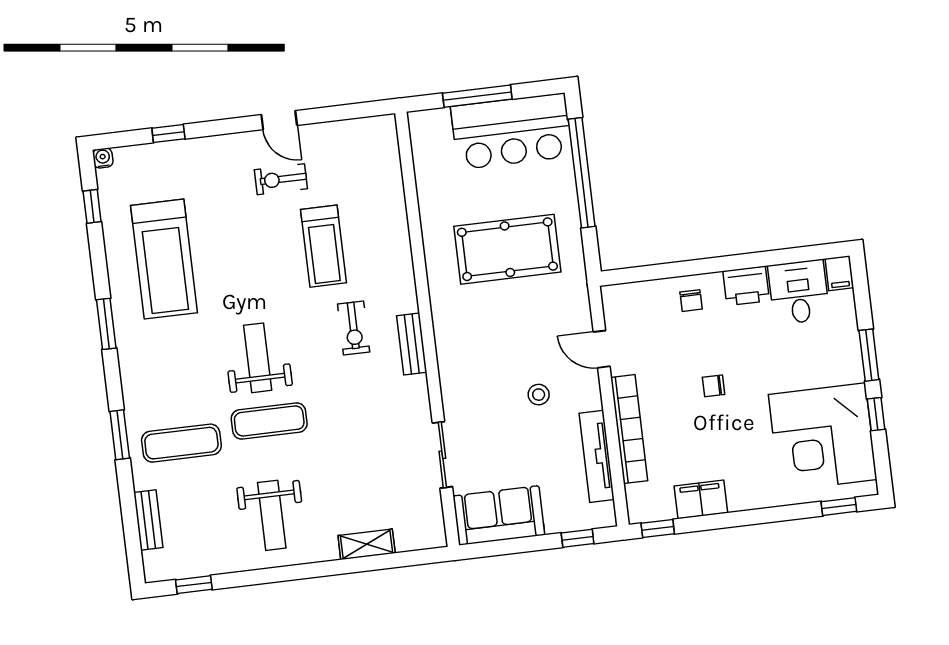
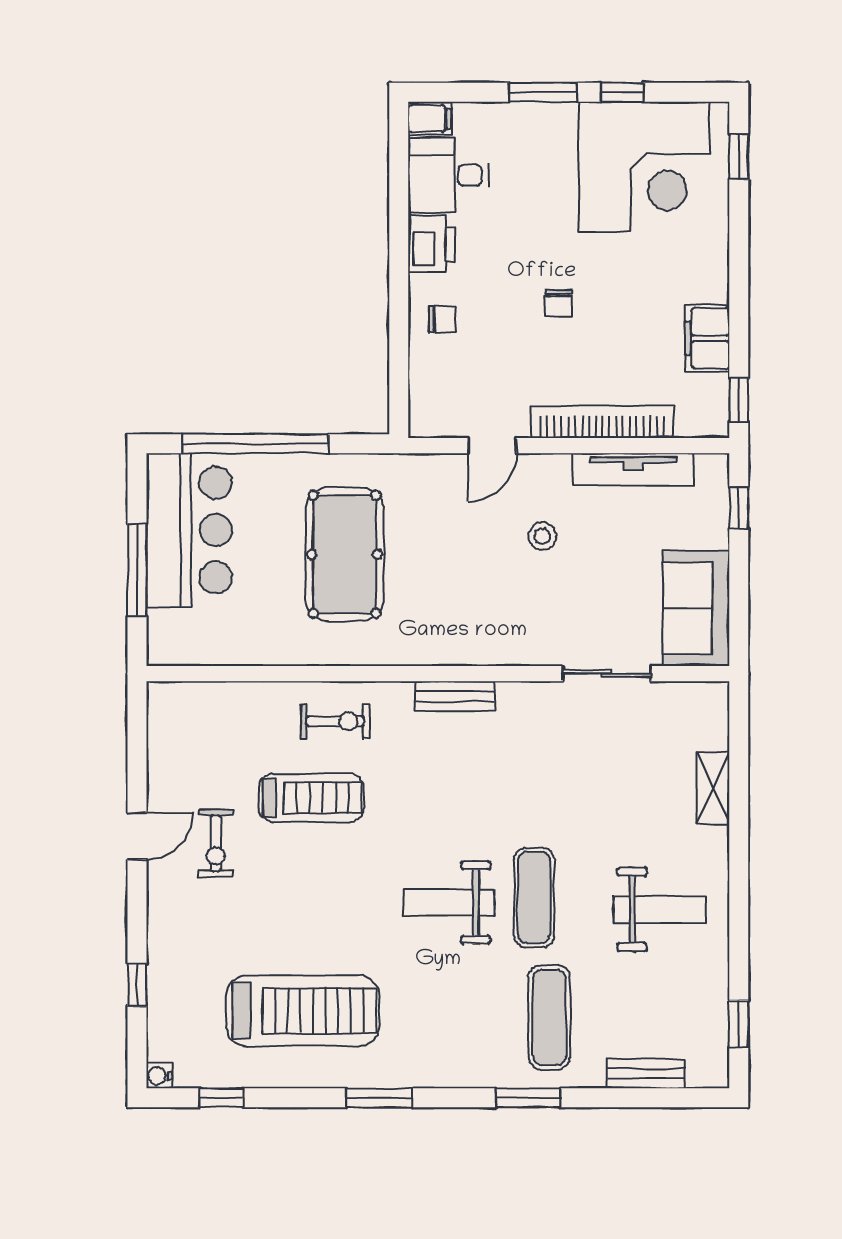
exercise bike: (354, 328) -> (335, 721), moved

